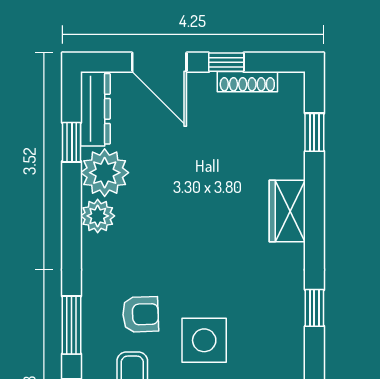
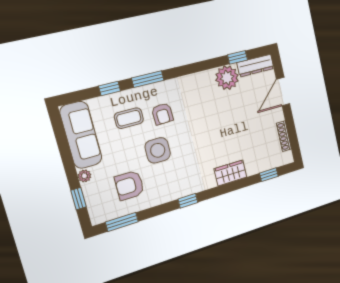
window: (226, 62) -> (290, 124), removed
plant: (98, 216) -> (206, 79), removed

